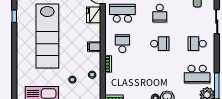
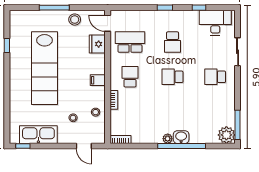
school desk: (160, 44) -> (173, 77), turned 180
school desk: (197, 74) -> (215, 112), removed

